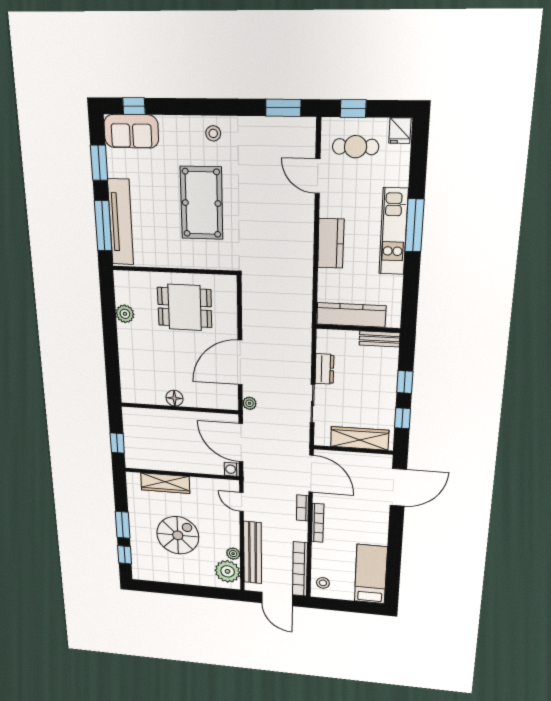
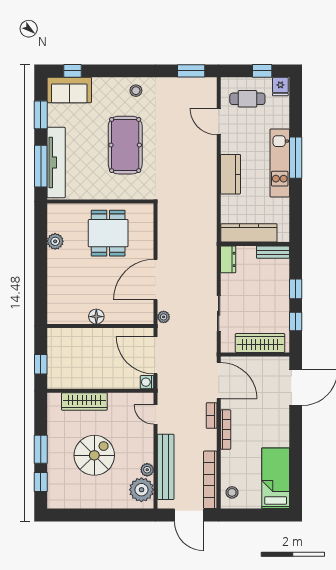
window: (353, 109) -> (262, 71), moved
dining table: (185, 307) -> (108, 233), turned 90
dresser: (324, 369) -> (228, 259), moved

